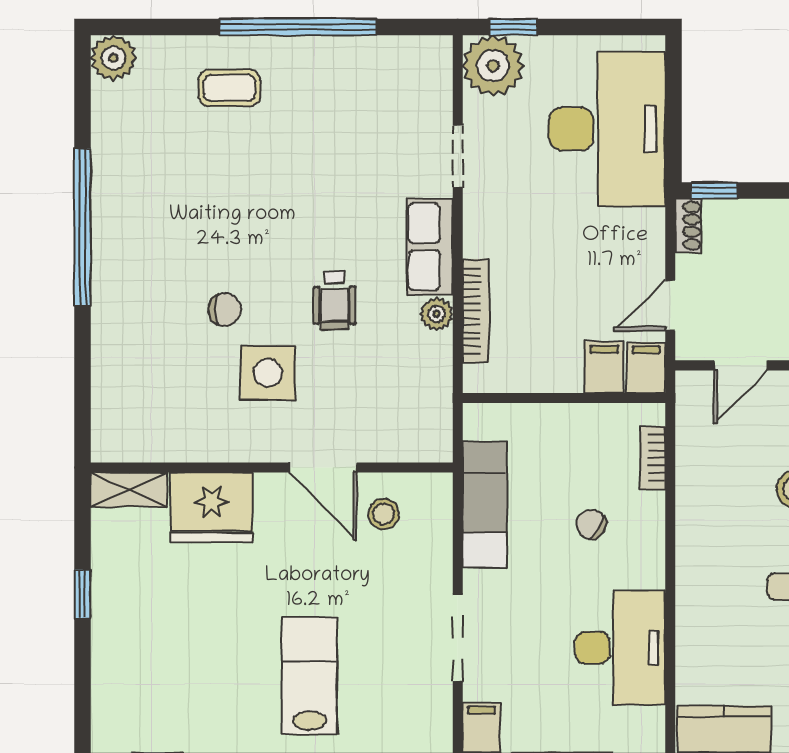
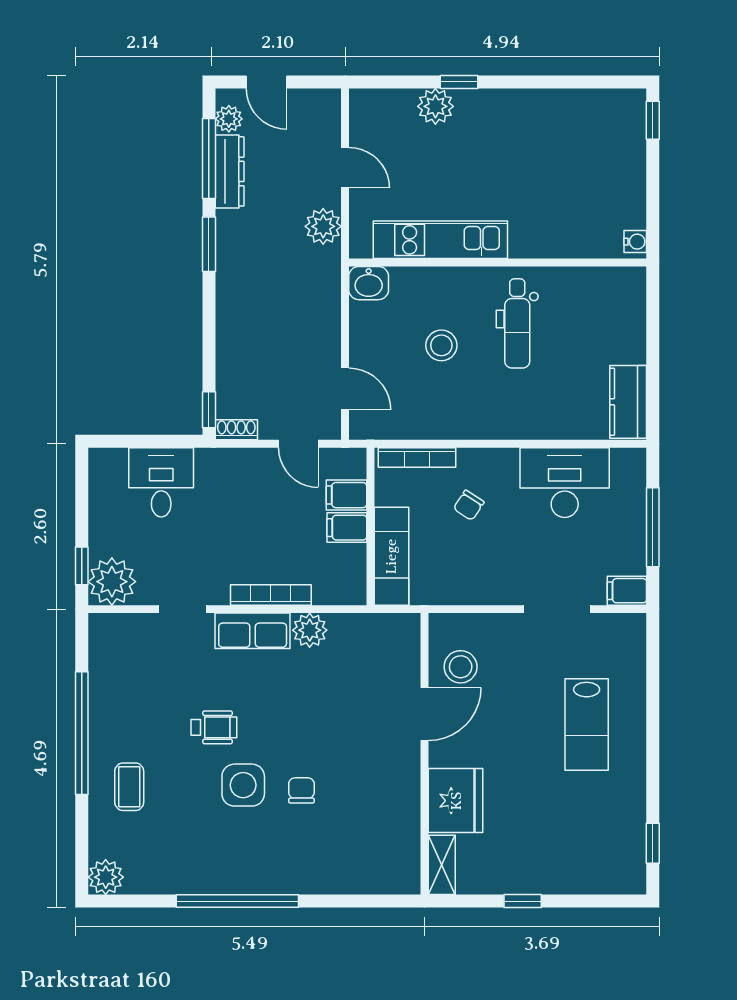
desk: (607, 129) -> (161, 482), width x0.53, depth x0.77
wheelchair: (334, 301) -> (214, 727), moved
bookcase: (476, 311) -> (271, 595), moved
plant: (437, 314) -> (310, 630), width x1.38, depth x1.38
filing cabinet: (646, 368) -> (347, 528), moved
side table: (268, 373) -> (243, 785), moved
bookcase: (653, 458) -> (417, 458), width x1.56
exam couch: (485, 504) -> (391, 556), moved, turned 90
stool: (384, 514) -> (461, 667), width x1.37, depth x1.37
lab bench: (310, 676) -> (587, 724), turned -90

